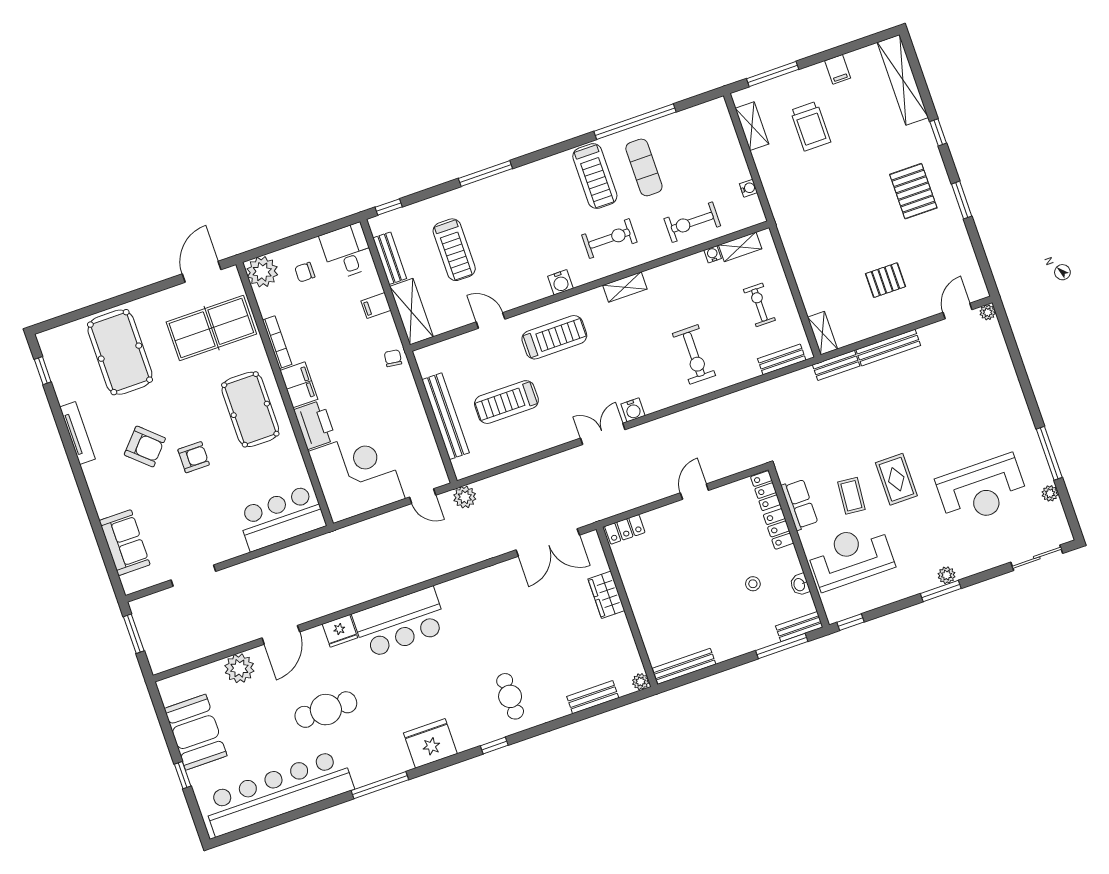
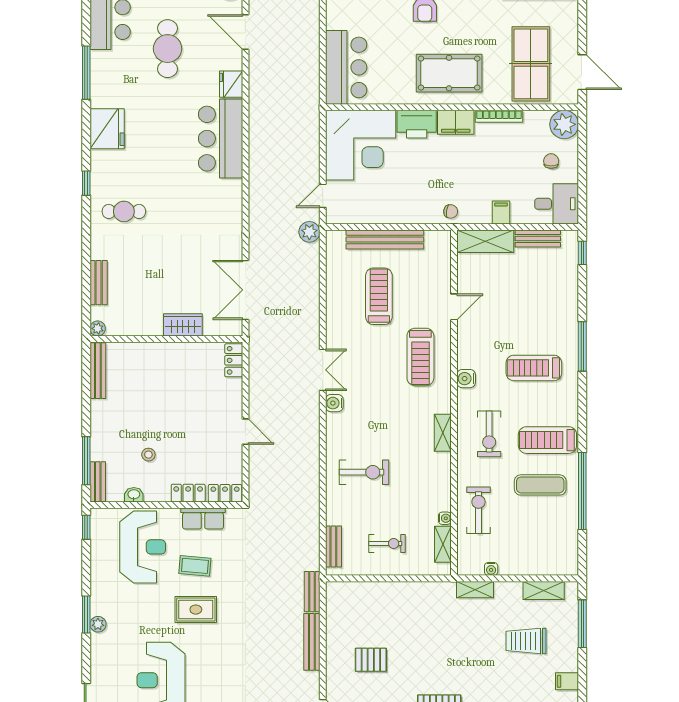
treadmill: (454, 250) -> (534, 368), moved
pallet: (885, 280) -> (371, 660), turned 90
shelving: (822, 333) -> (475, 590), moved
exercise bike: (694, 354) -> (364, 472), turned 180

